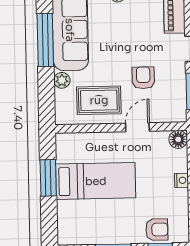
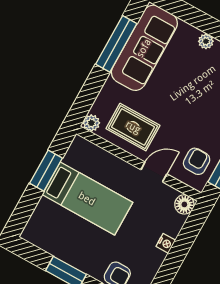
armchair: (143, 78) -> (197, 161), moved
plant: (62, 80) -> (91, 123), moved

